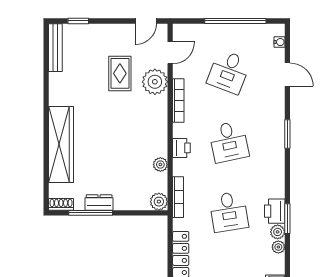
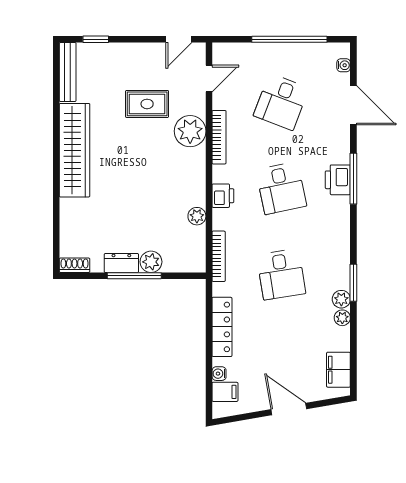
rug: (120, 73) -> (147, 104), turned 90
door: (287, 75) -> (353, 105), width x1.38
plant: (155, 82) -> (190, 131), moved
window: (287, 134) -> (353, 179), width x1.44
wardrobe: (61, 144) -> (75, 150), moved
plant: (159, 202) -> (151, 262), moved
printer: (275, 211) -> (338, 180), moved
window: (91, 213) -> (134, 276), moved

